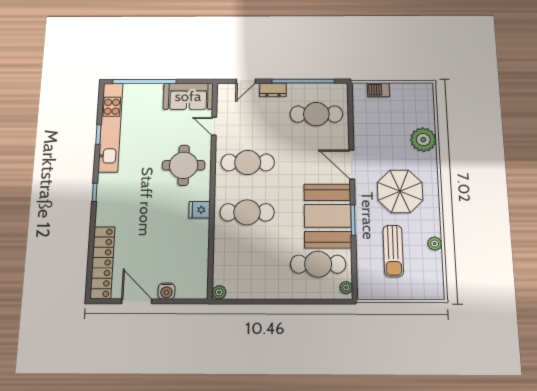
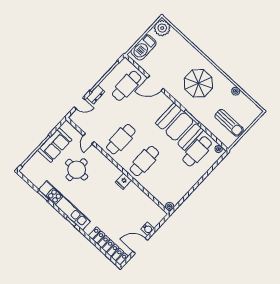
door: (246, 81) -> (80, 103), hinge flipped
barbecue: (378, 90) -> (143, 47), width x1.88, depth x1.53
sofa: (188, 96) -> (55, 145), moved
door: (214, 126) -> (89, 139), hinge flipped
kitchen unit: (111, 127) -> (65, 205), moved
plant: (423, 140) -> (162, 28), moved
round table: (184, 165) -> (77, 170), moved
door: (352, 165) -> (155, 83), moved
sun lounger: (393, 251) -> (229, 123), moved

